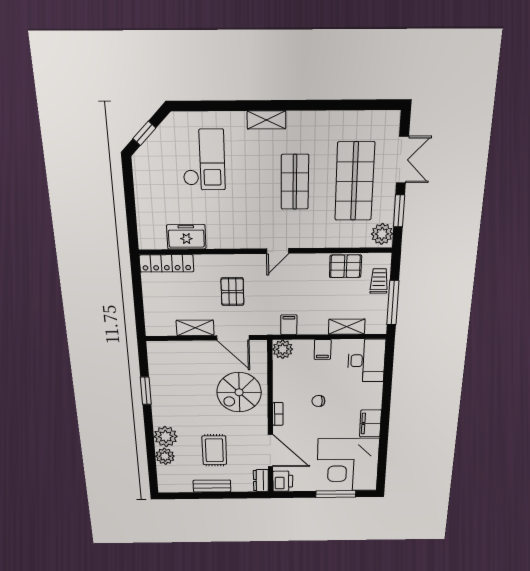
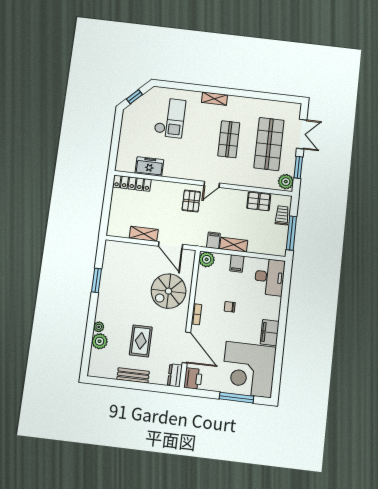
pallet: (232, 292) -> (191, 201), moved
shelving: (347, 327) -> (234, 245), moved
plant: (166, 437) -> (99, 327), width x0.53, depth x0.53

